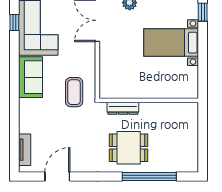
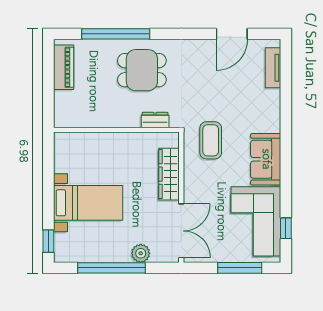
wardrobe: (107, 65) -> (169, 174), added
dresser: (123, 108) -> (155, 120), width x0.70
piano: (191, 150) -> (64, 67), added

